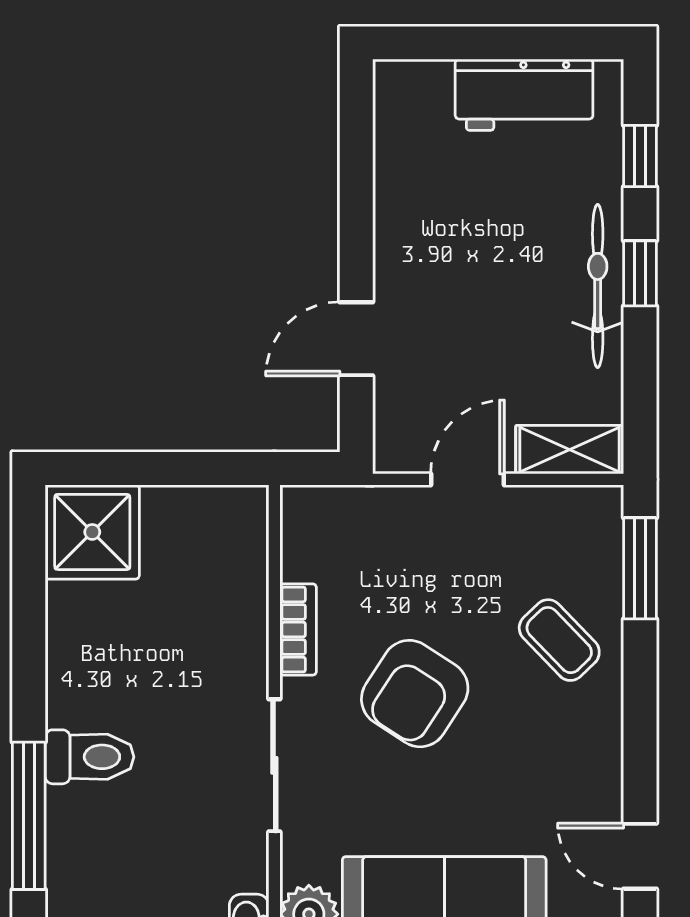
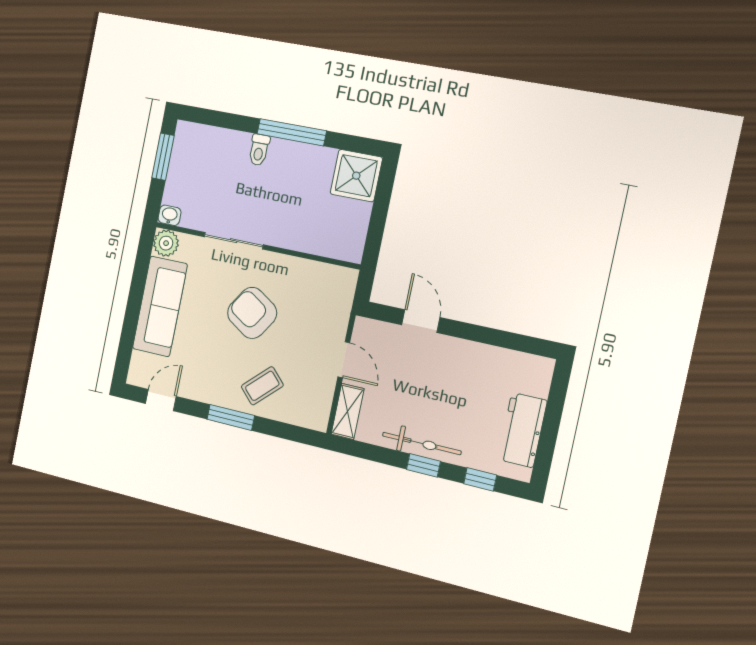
window: (640, 568) -> (231, 417), moved
bookcase: (298, 629) -> (292, 265), removed
toilet: (90, 757) -> (259, 150), width x0.73, depth x0.72
window: (29, 816) -> (292, 132), moved

